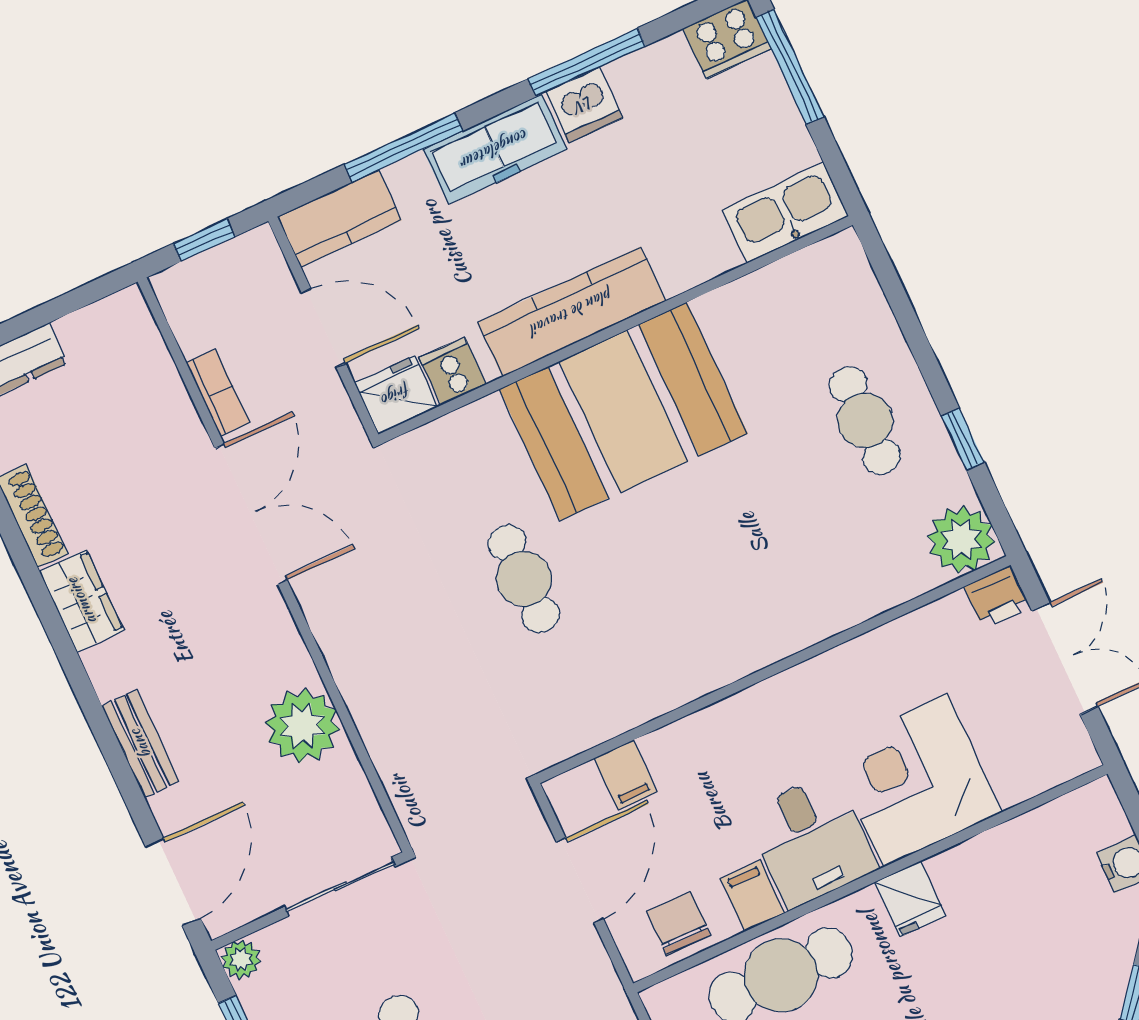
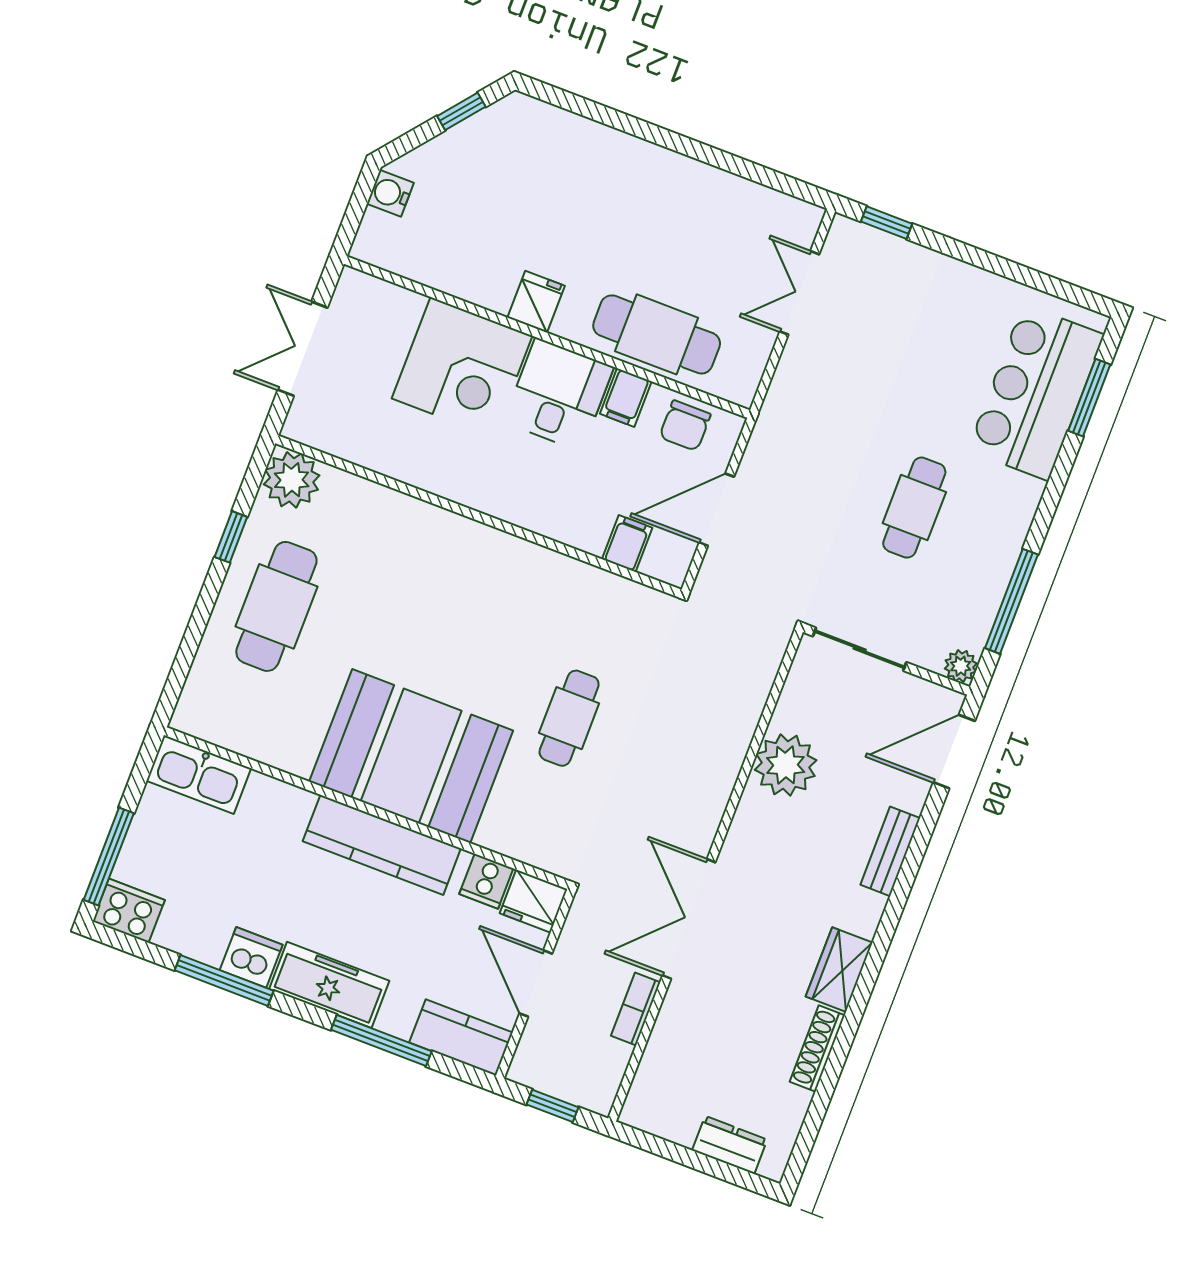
cafe table: (865, 420) -> (276, 606), width x1.37, depth x1.35
printer: (997, 597) -> (305, 425), removed

